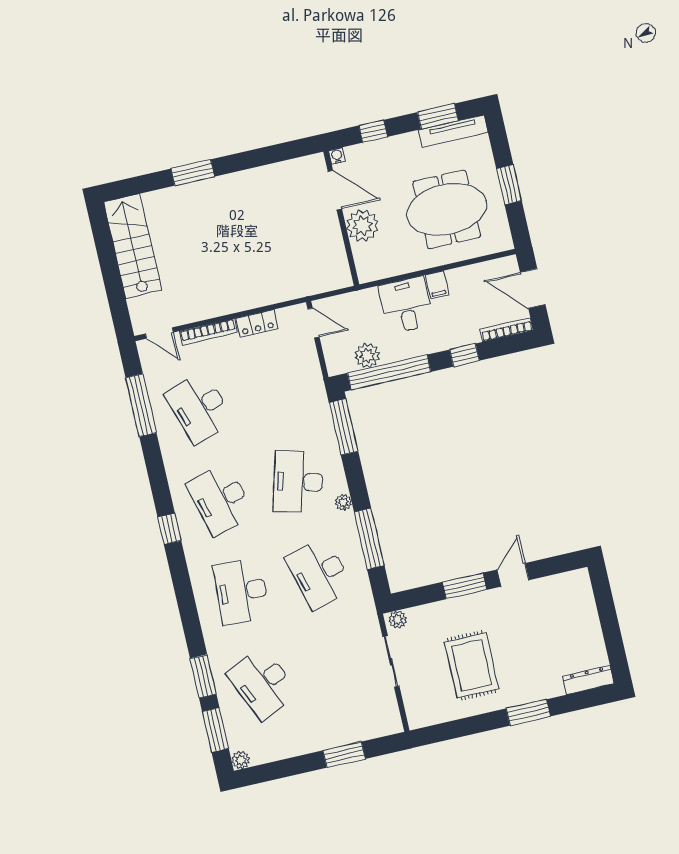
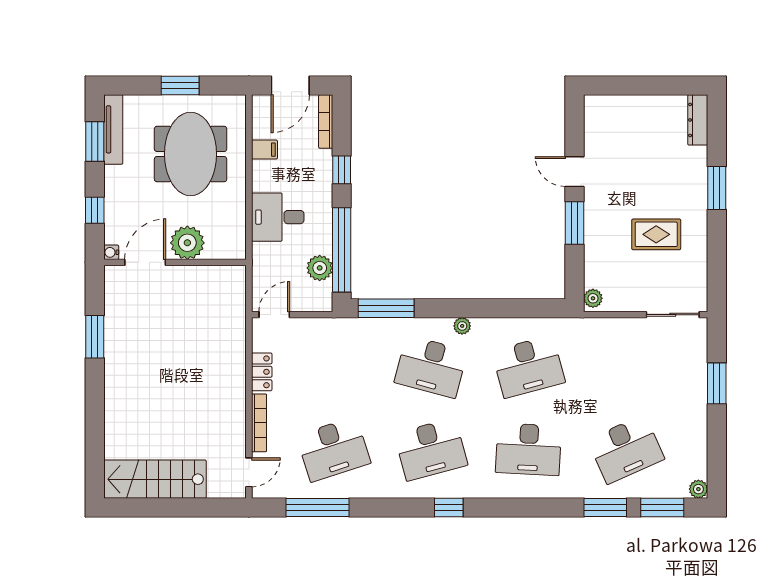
window: (193, 173) -> (95, 337), moved
filing cabinet: (437, 285) -> (264, 150), moved
window: (369, 539) -> (505, 308), removed
sliding door: (391, 662) -> (673, 315), moved
rug: (471, 665) -> (656, 234), width x0.73, depth x0.70

